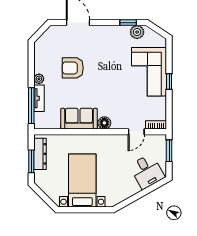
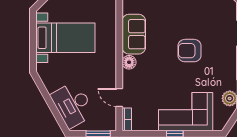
armchair: (73, 68) -> (189, 51), moved, turned -90
desk: (147, 171) -> (73, 105), width x1.37

